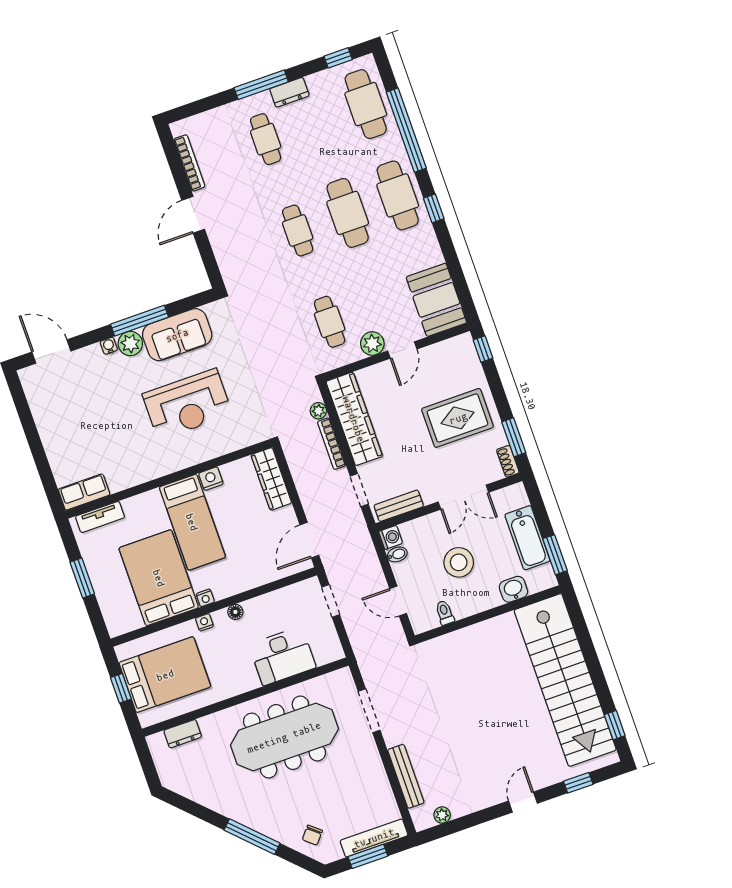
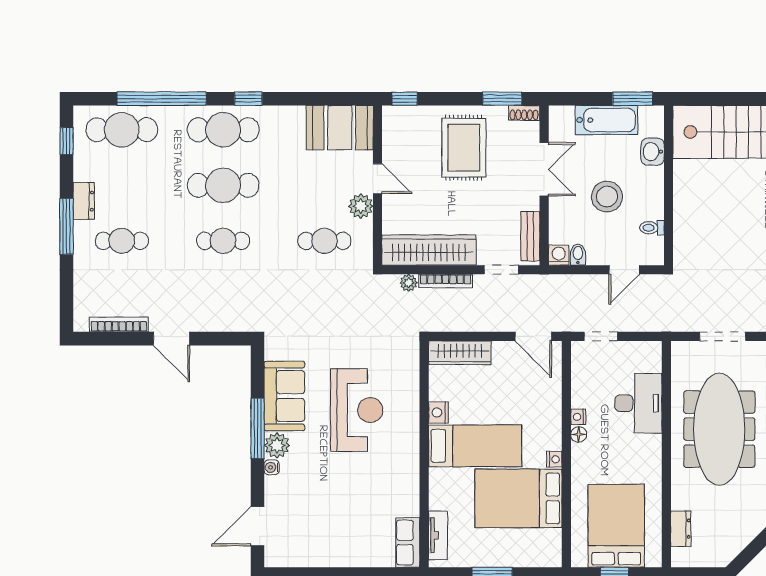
nightstand: (204, 622) -> (578, 417), moved

